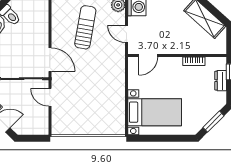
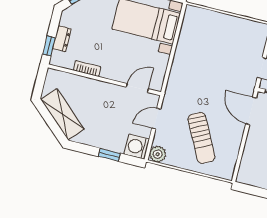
sun lounger: (85, 27) -> (201, 138), turned -37
door: (127, 34) -> (156, 119), swing flipped

